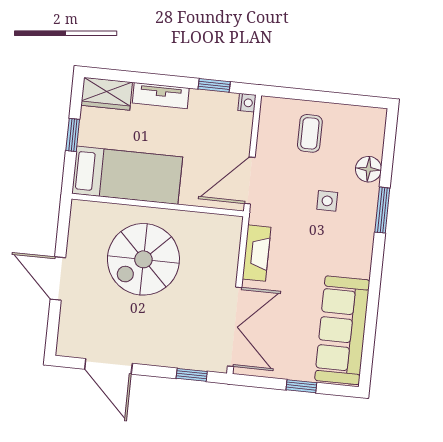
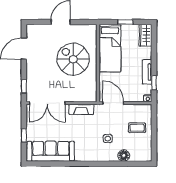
tv unit: (161, 96) -> (147, 72), moved
window: (382, 210) -> (106, 164), removed

